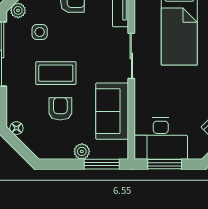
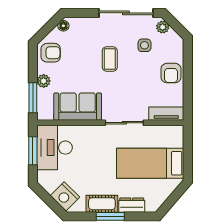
coffee table: (56, 73) -> (110, 59), width x0.73, depth x0.77
armchair: (60, 109) -> (51, 53), moved

